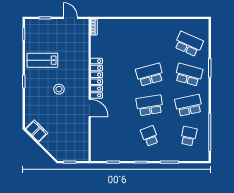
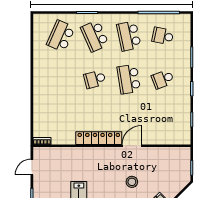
school desk: (150, 75) -> (95, 79), width x0.54
school desk: (189, 75) -> (95, 36), turned -39
stool: (59, 89) -> (132, 182), moved

